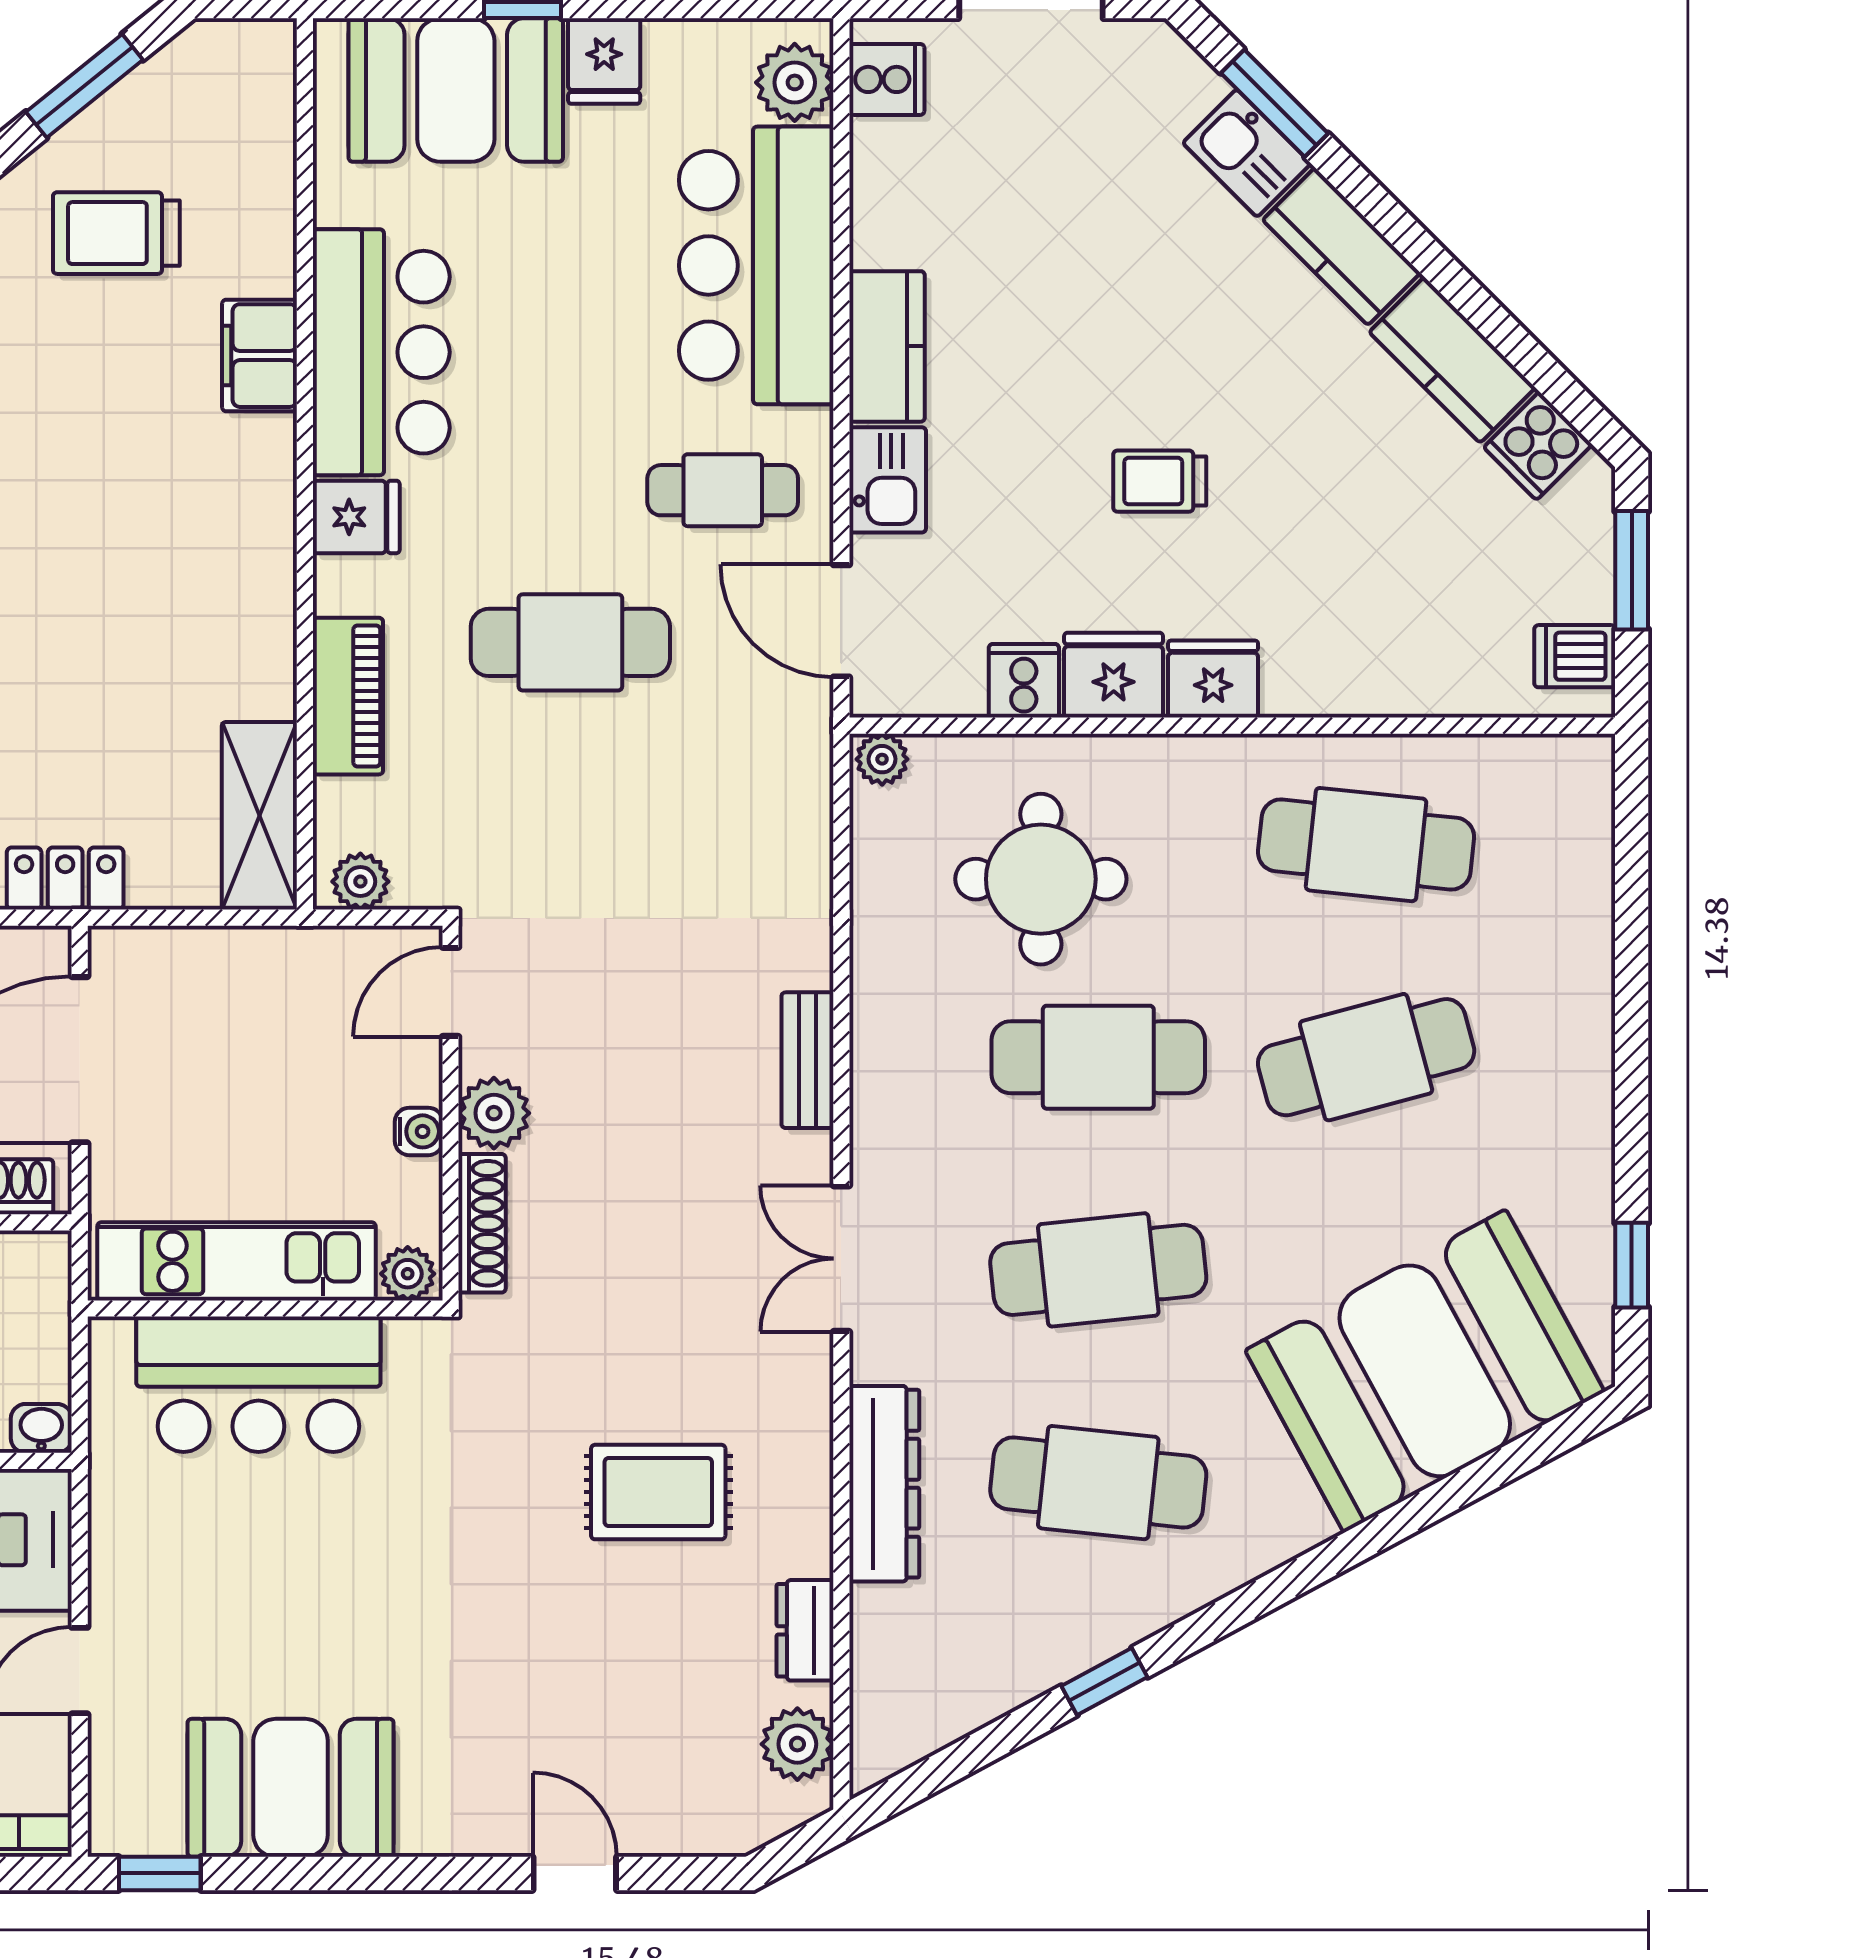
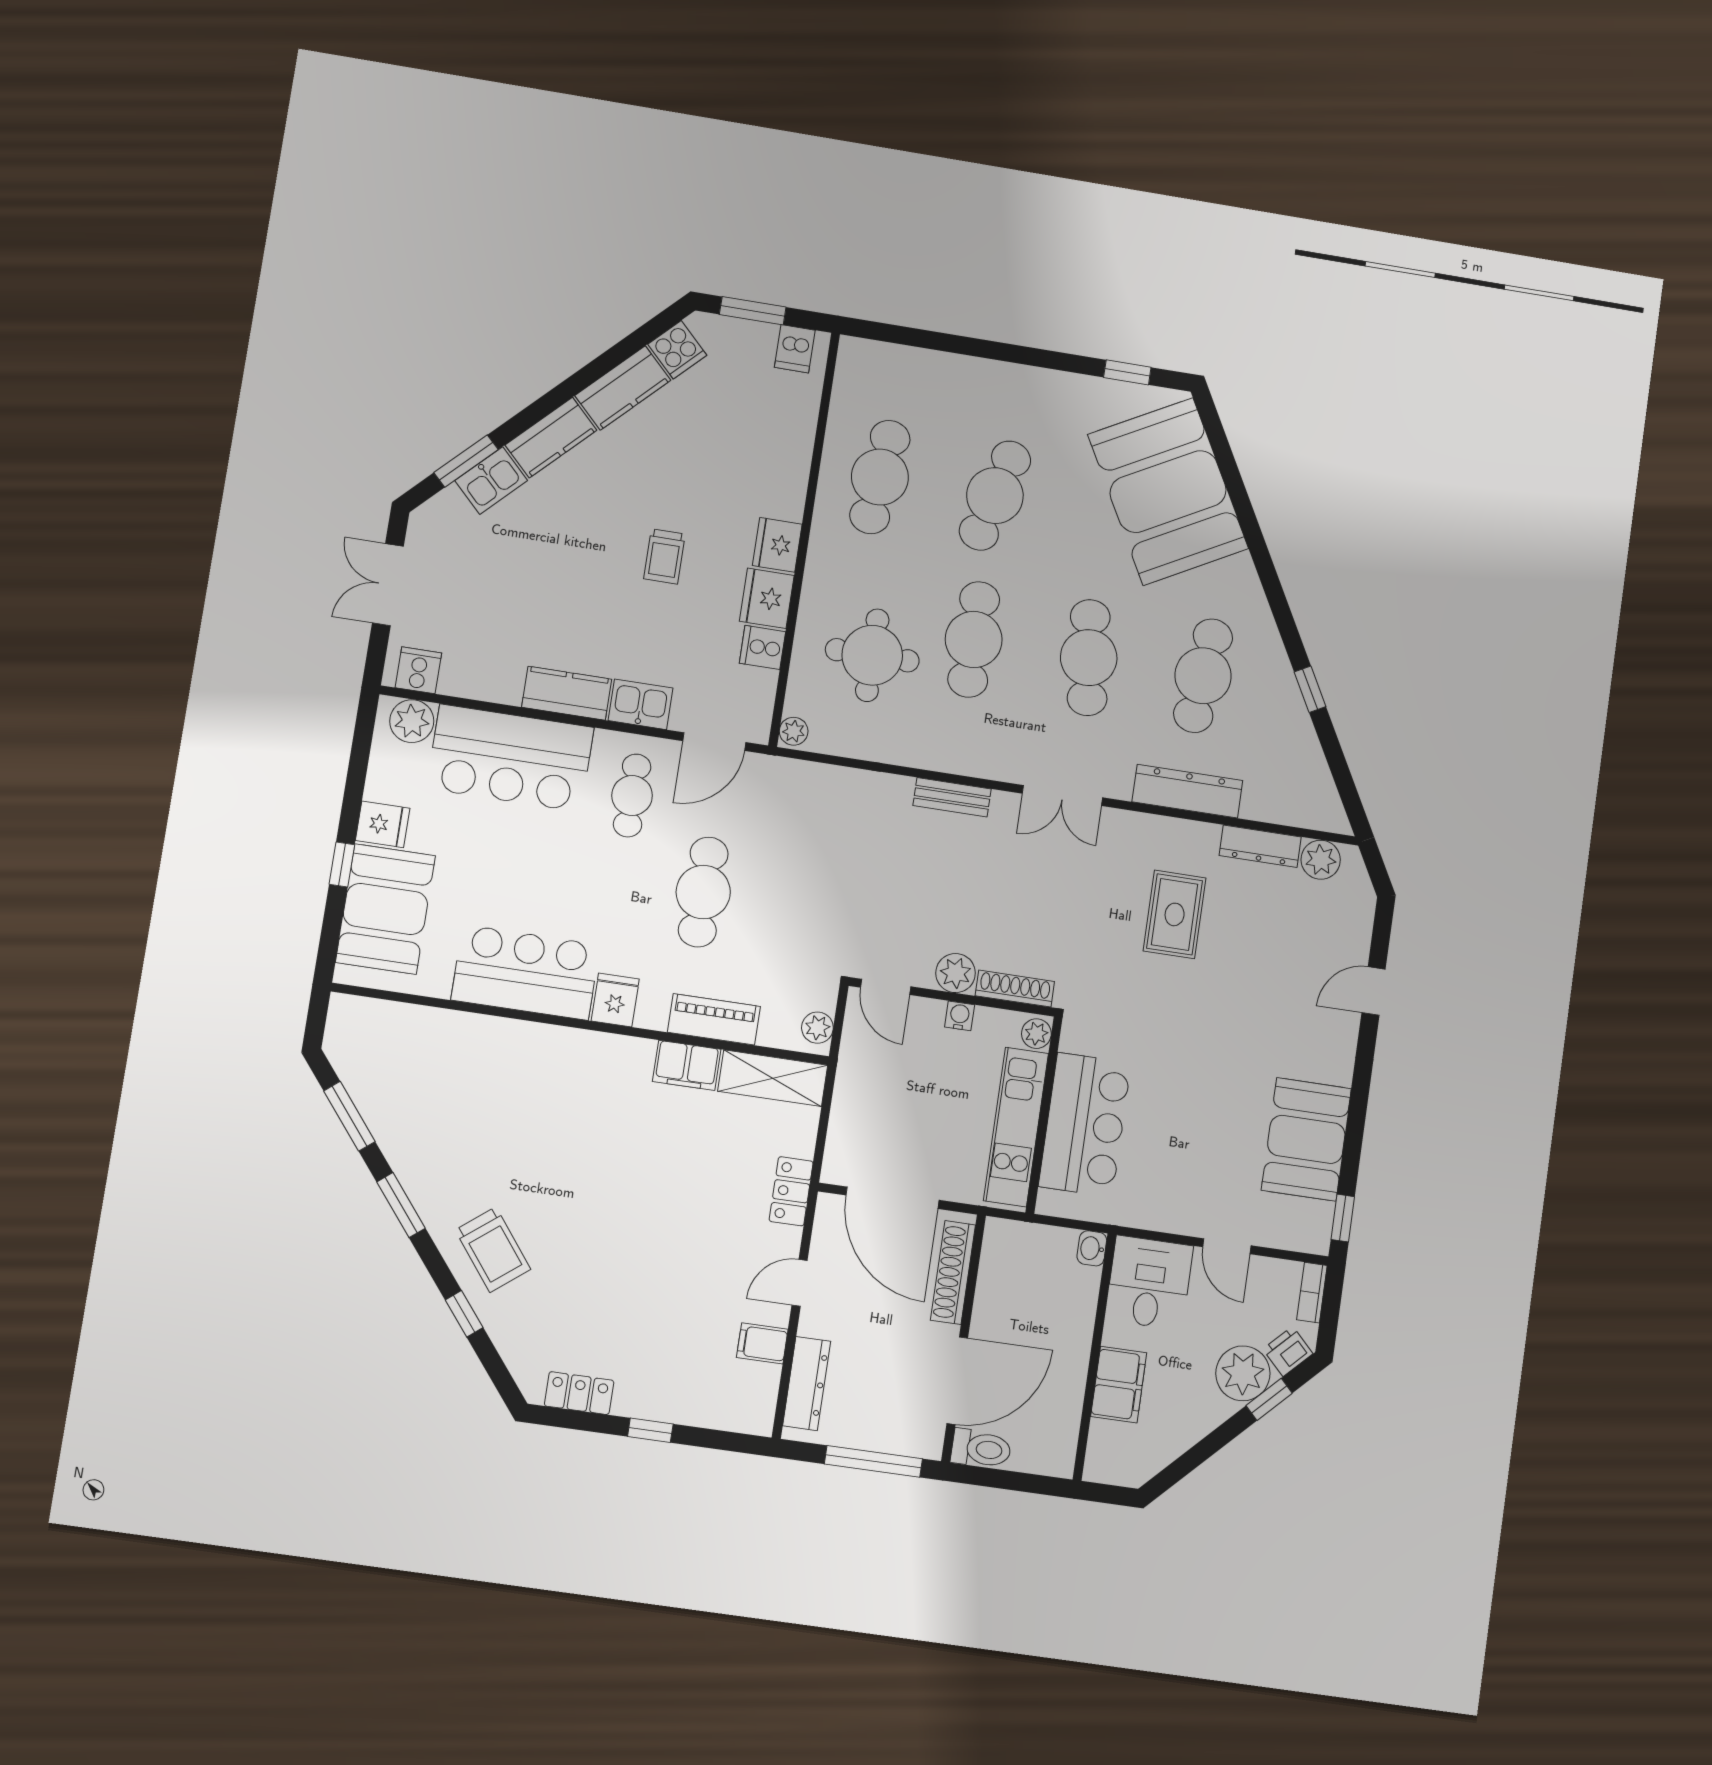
trolley: (116, 233) -> (435, 1110), removed
filing cabinet: (260, 356) -> (687, 1065), moved
cafe table: (1366, 1057) -> (995, 496), turned 30
dresser: (805, 1630) -> (1260, 846), width x1.44

